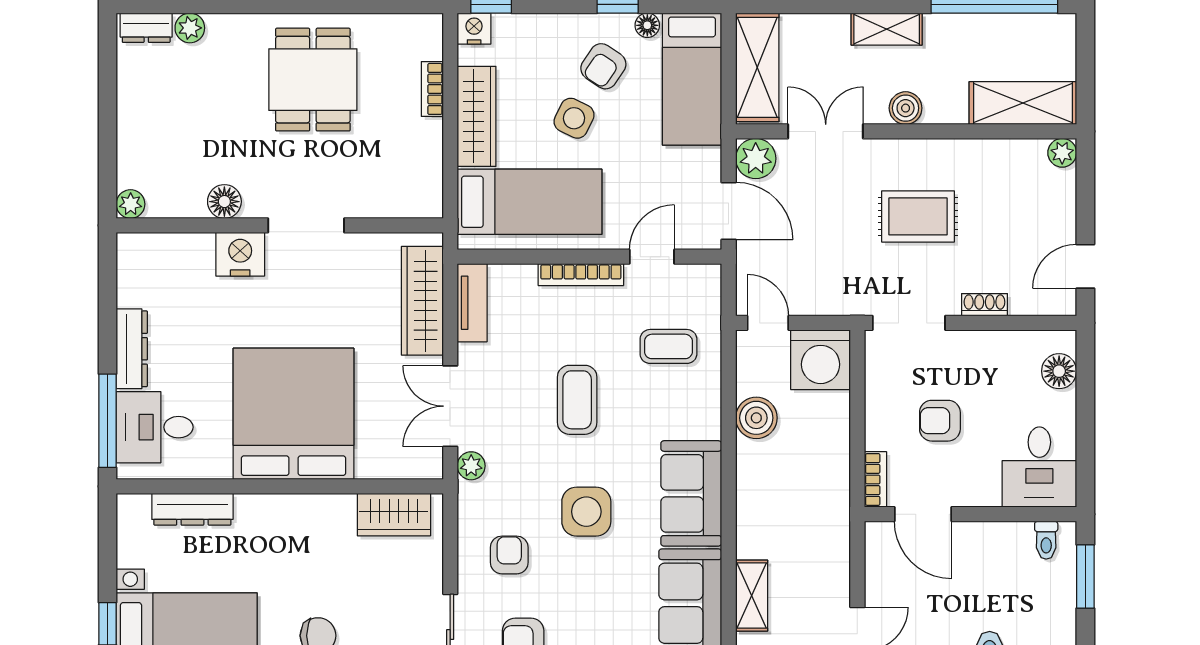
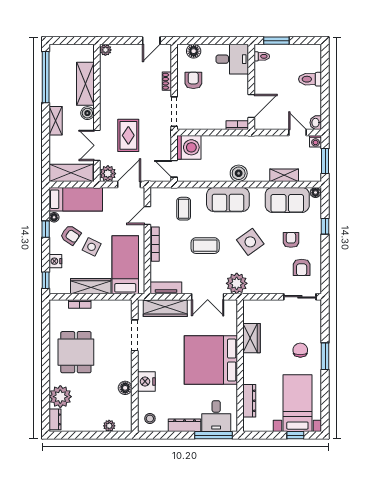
plant: (190, 28) -> (60, 397), width x1.87, depth x1.87
nightstand: (474, 29) -> (55, 261), moved
dining table: (313, 80) -> (76, 352), turned 90
shelving: (1023, 103) -> (85, 84), moved
plant: (131, 204) -> (109, 426), moved
rug: (918, 216) -> (128, 135), moved
doorway: (306, 225) -> (135, 335), moved
door: (652, 257) -> (147, 215), hinge flipped
stool: (148, 263) -> (150, 419), added
door: (1085, 266) -> (151, 41), hinge flipped
door: (768, 323) -> (174, 169), hinge flipped
boiler: (756, 418) -> (239, 173), moved
armchair: (940, 421) -> (193, 80), moved, turned 180
plant: (471, 466) -> (237, 283), width x1.88, depth x1.88
sofa: (691, 493) -> (228, 200), moved
side table: (586, 512) -> (250, 242), turned -36
wardrobe: (394, 515) -> (251, 338), moved
armchair: (509, 555) -> (291, 240), moved, turned 90

